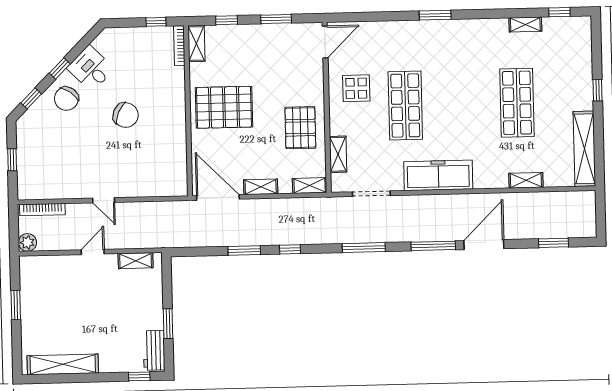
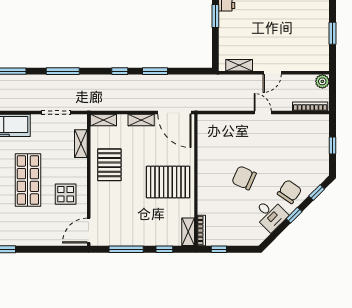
window: (276, 19) -> (126, 249), width x1.44

